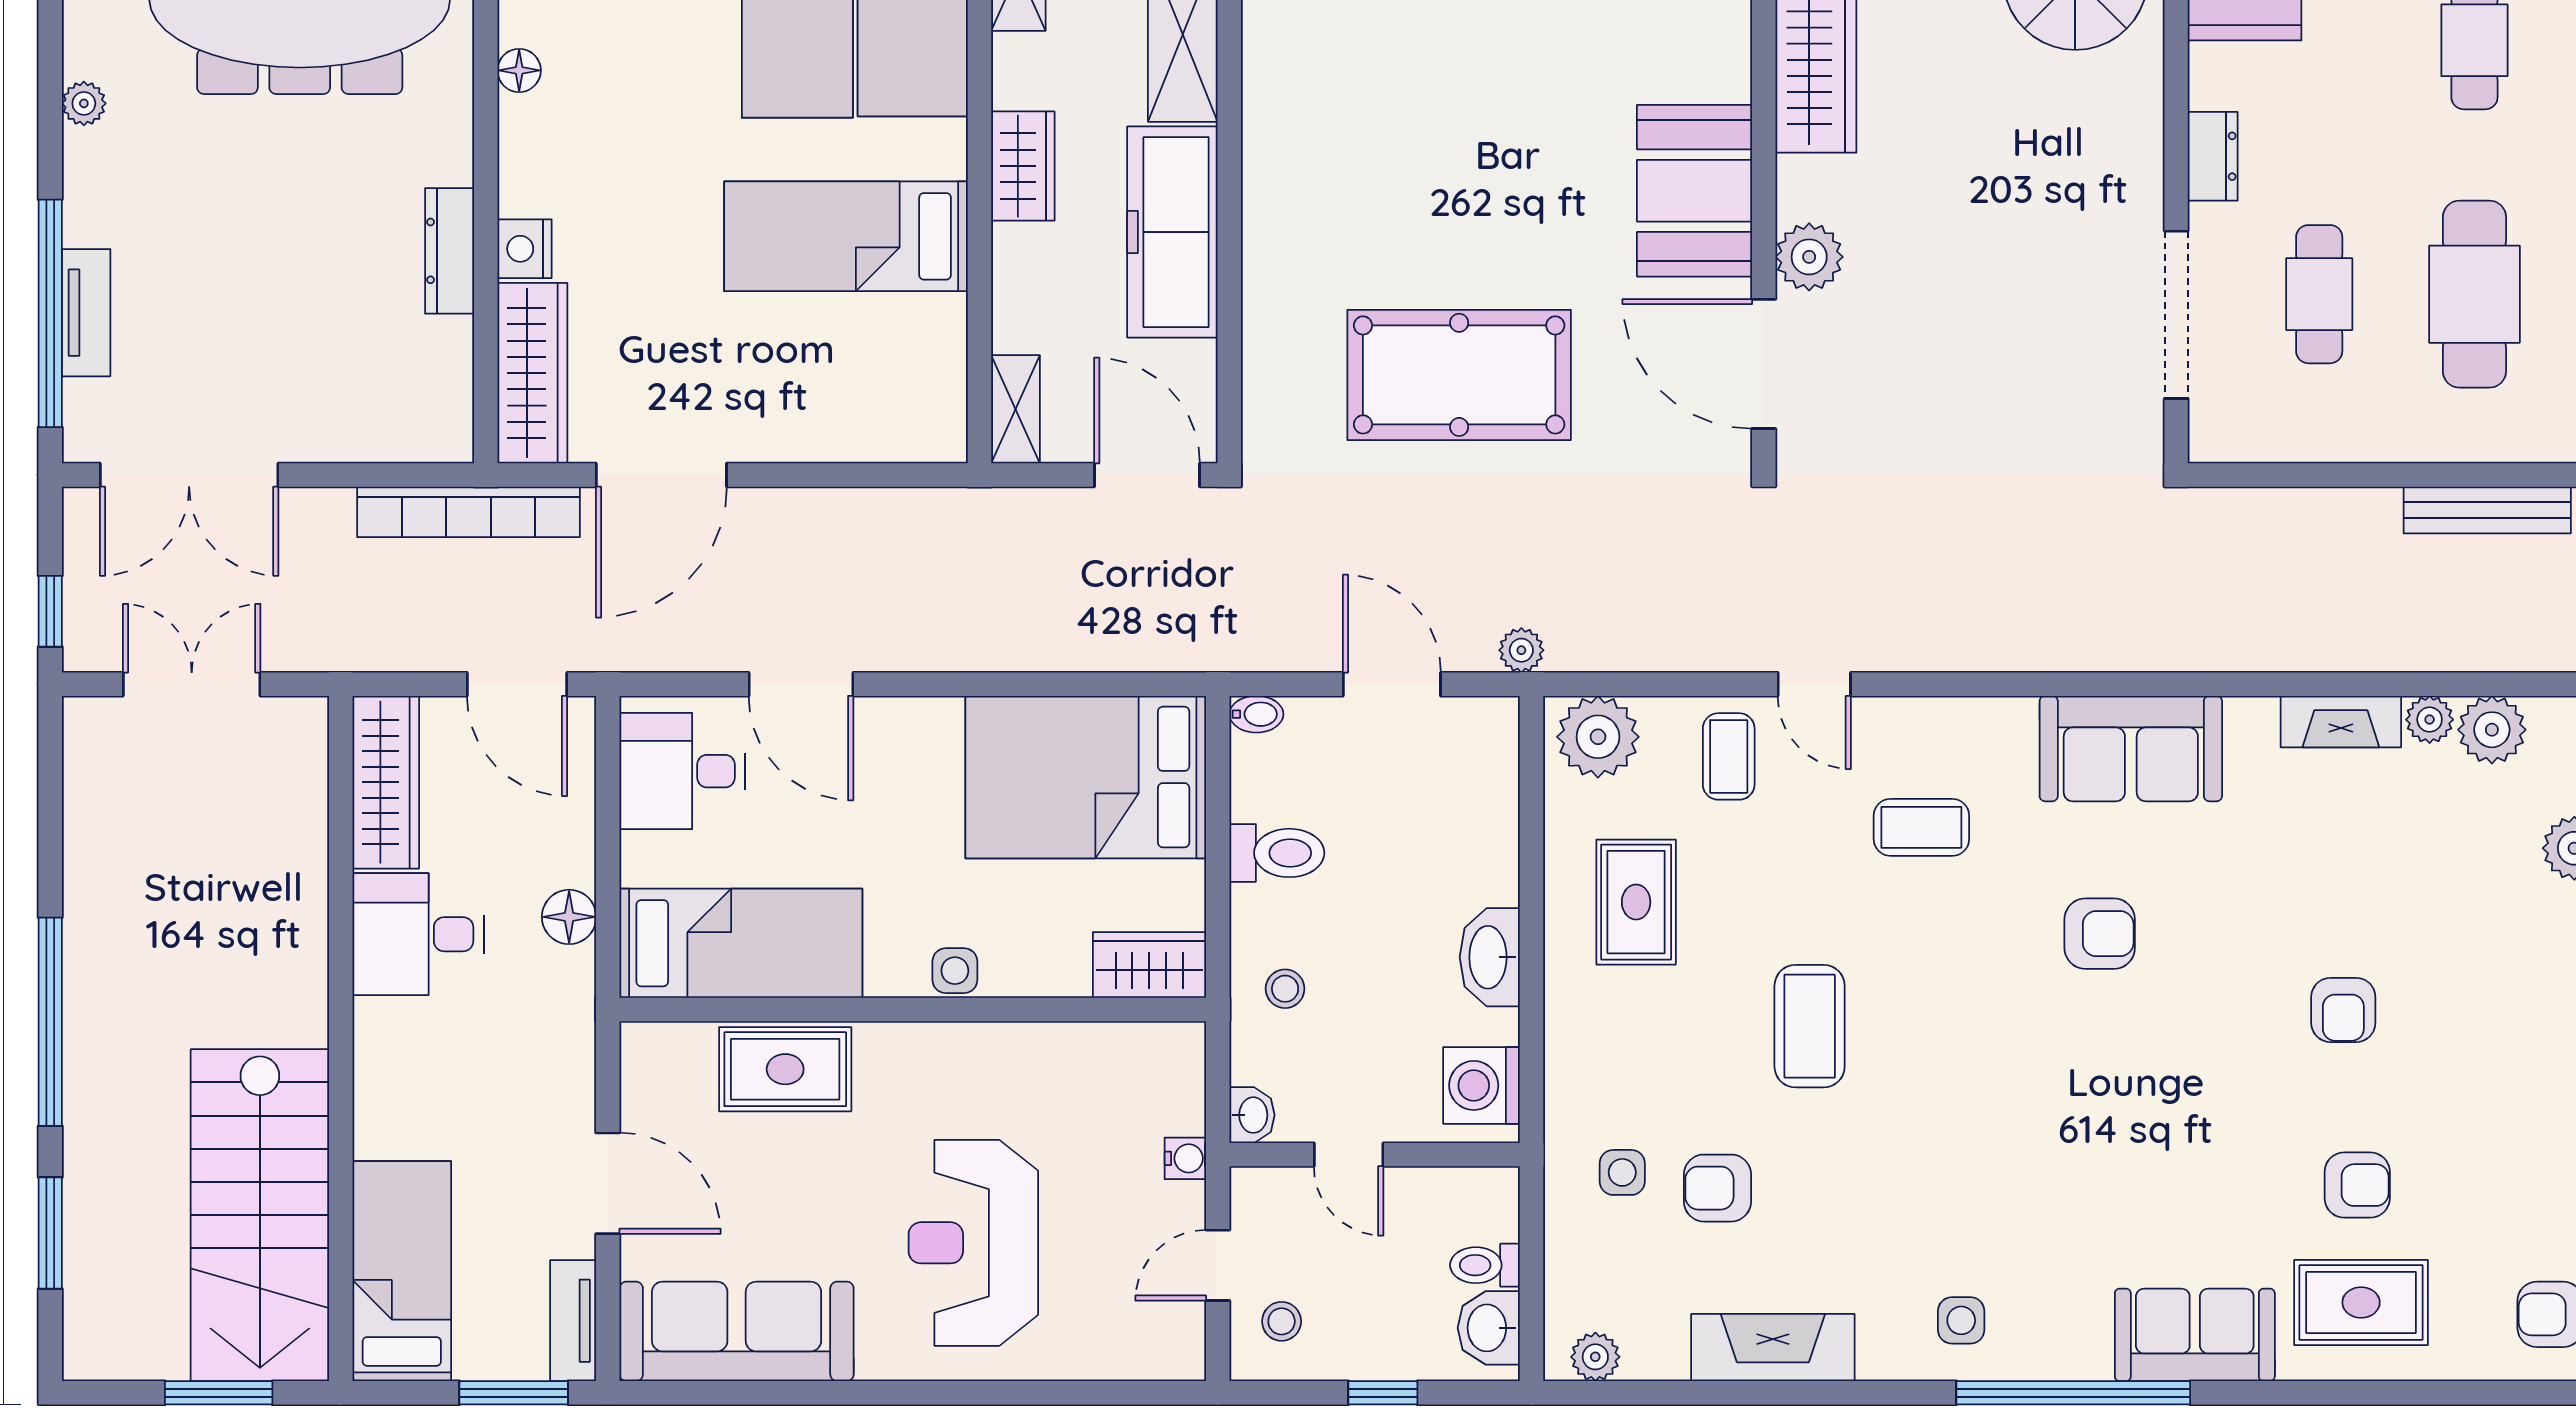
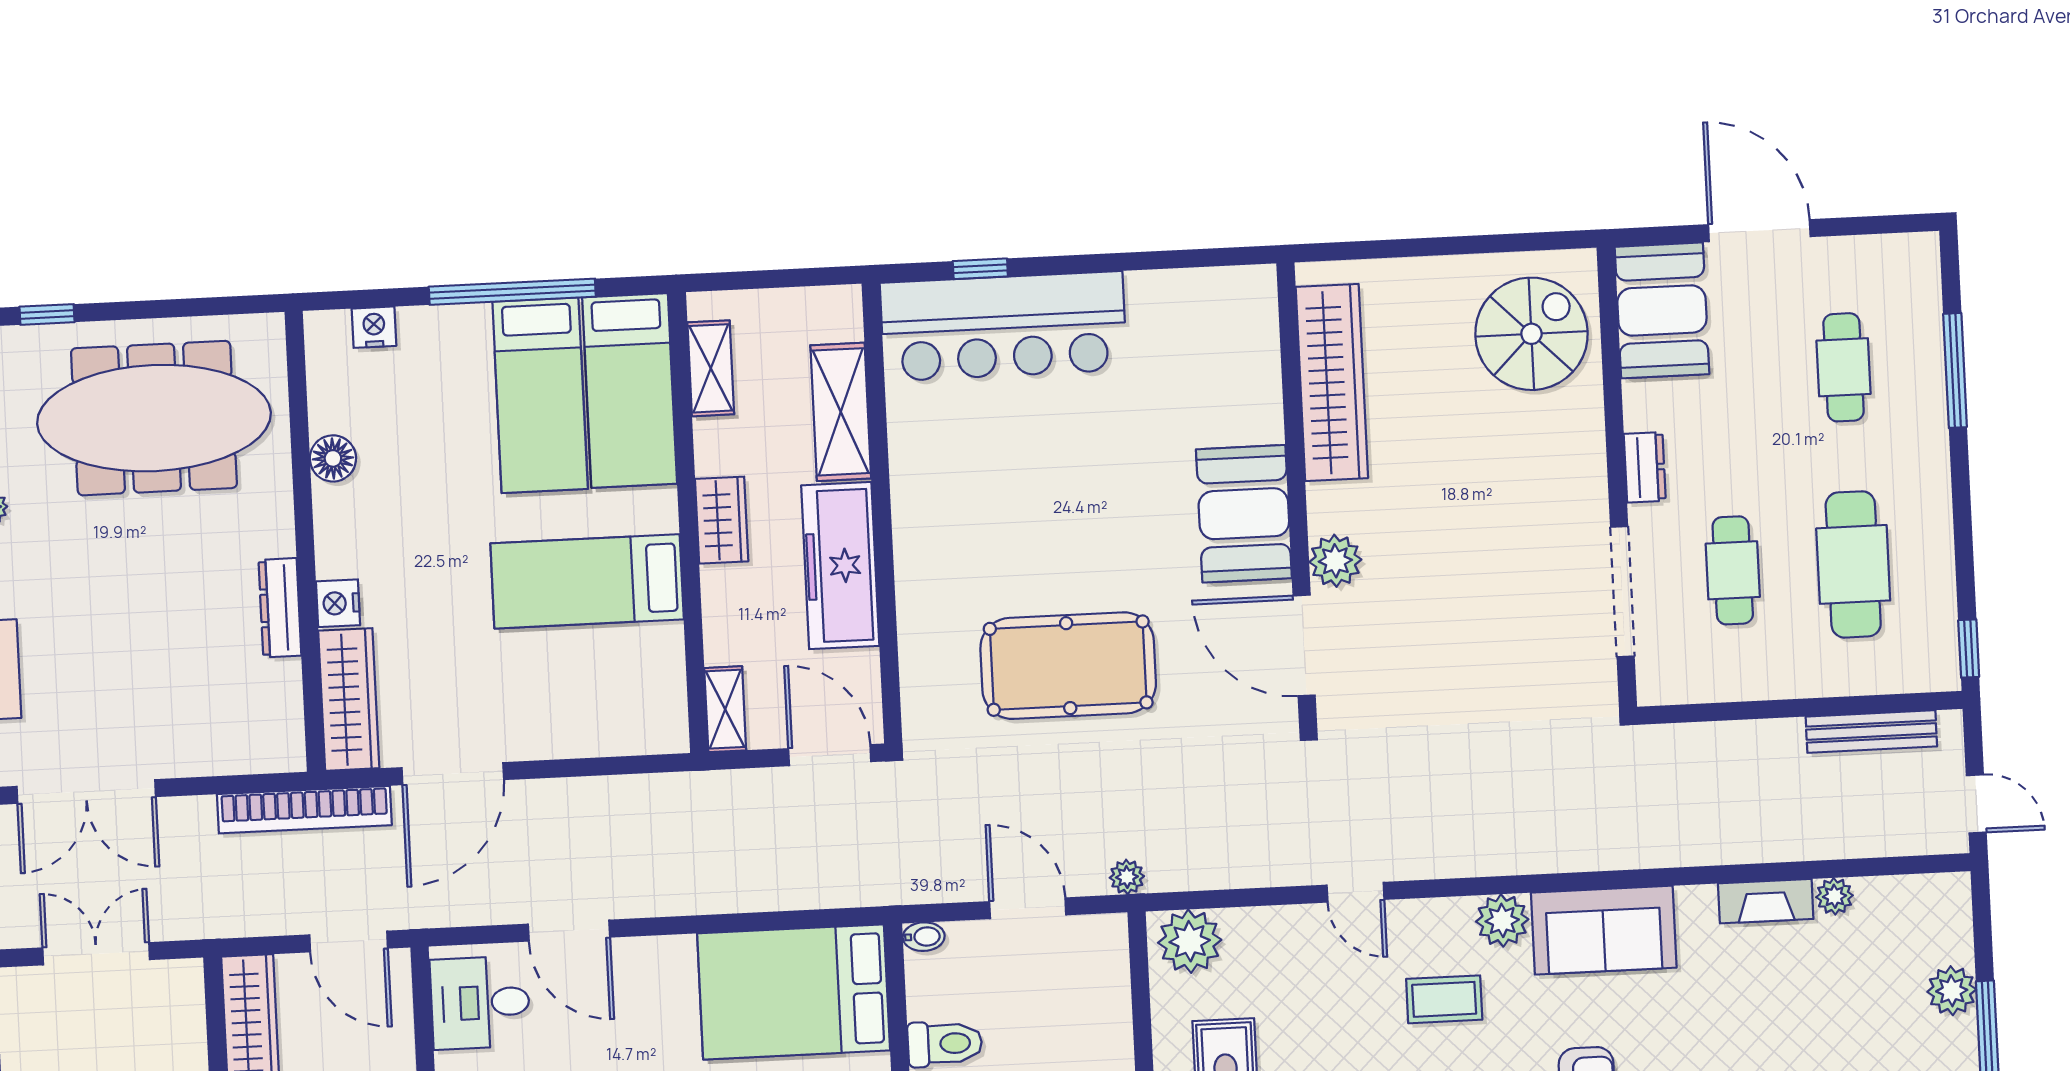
floor lamp: (519, 70) -> (333, 458), width x1.37, depth x1.37
plant: (2492, 730) -> (1502, 920), moved
coffee table: (1729, 756) -> (1292, 952), removed

